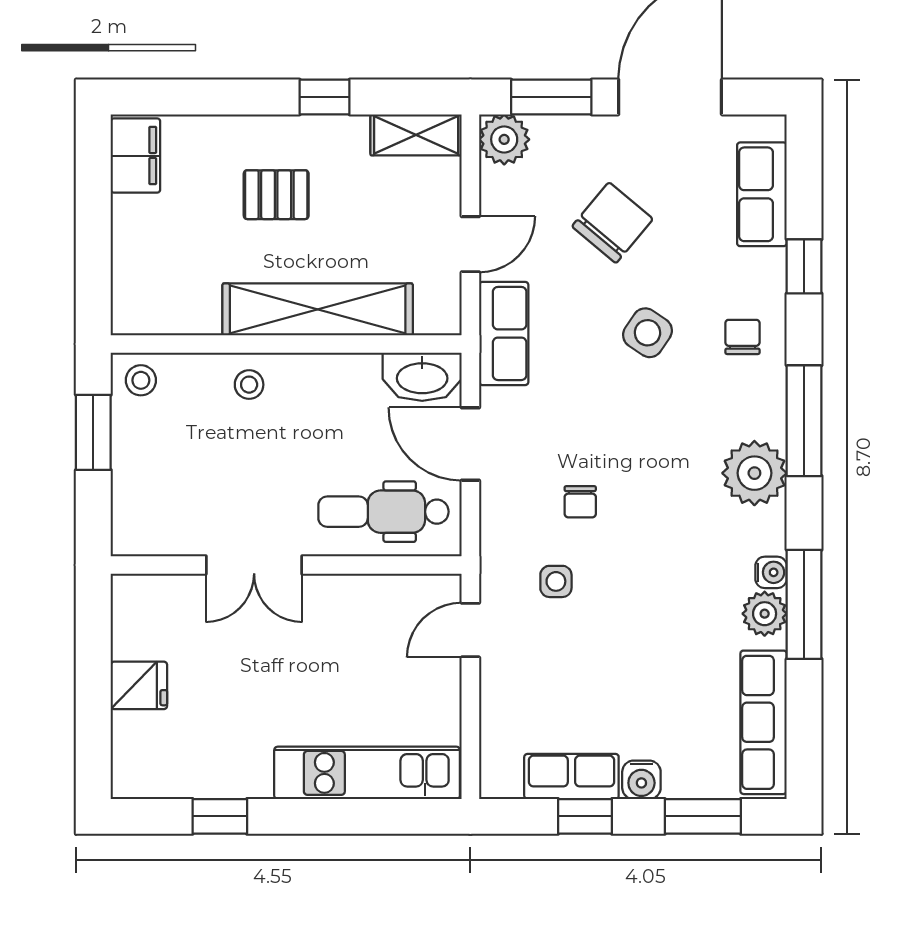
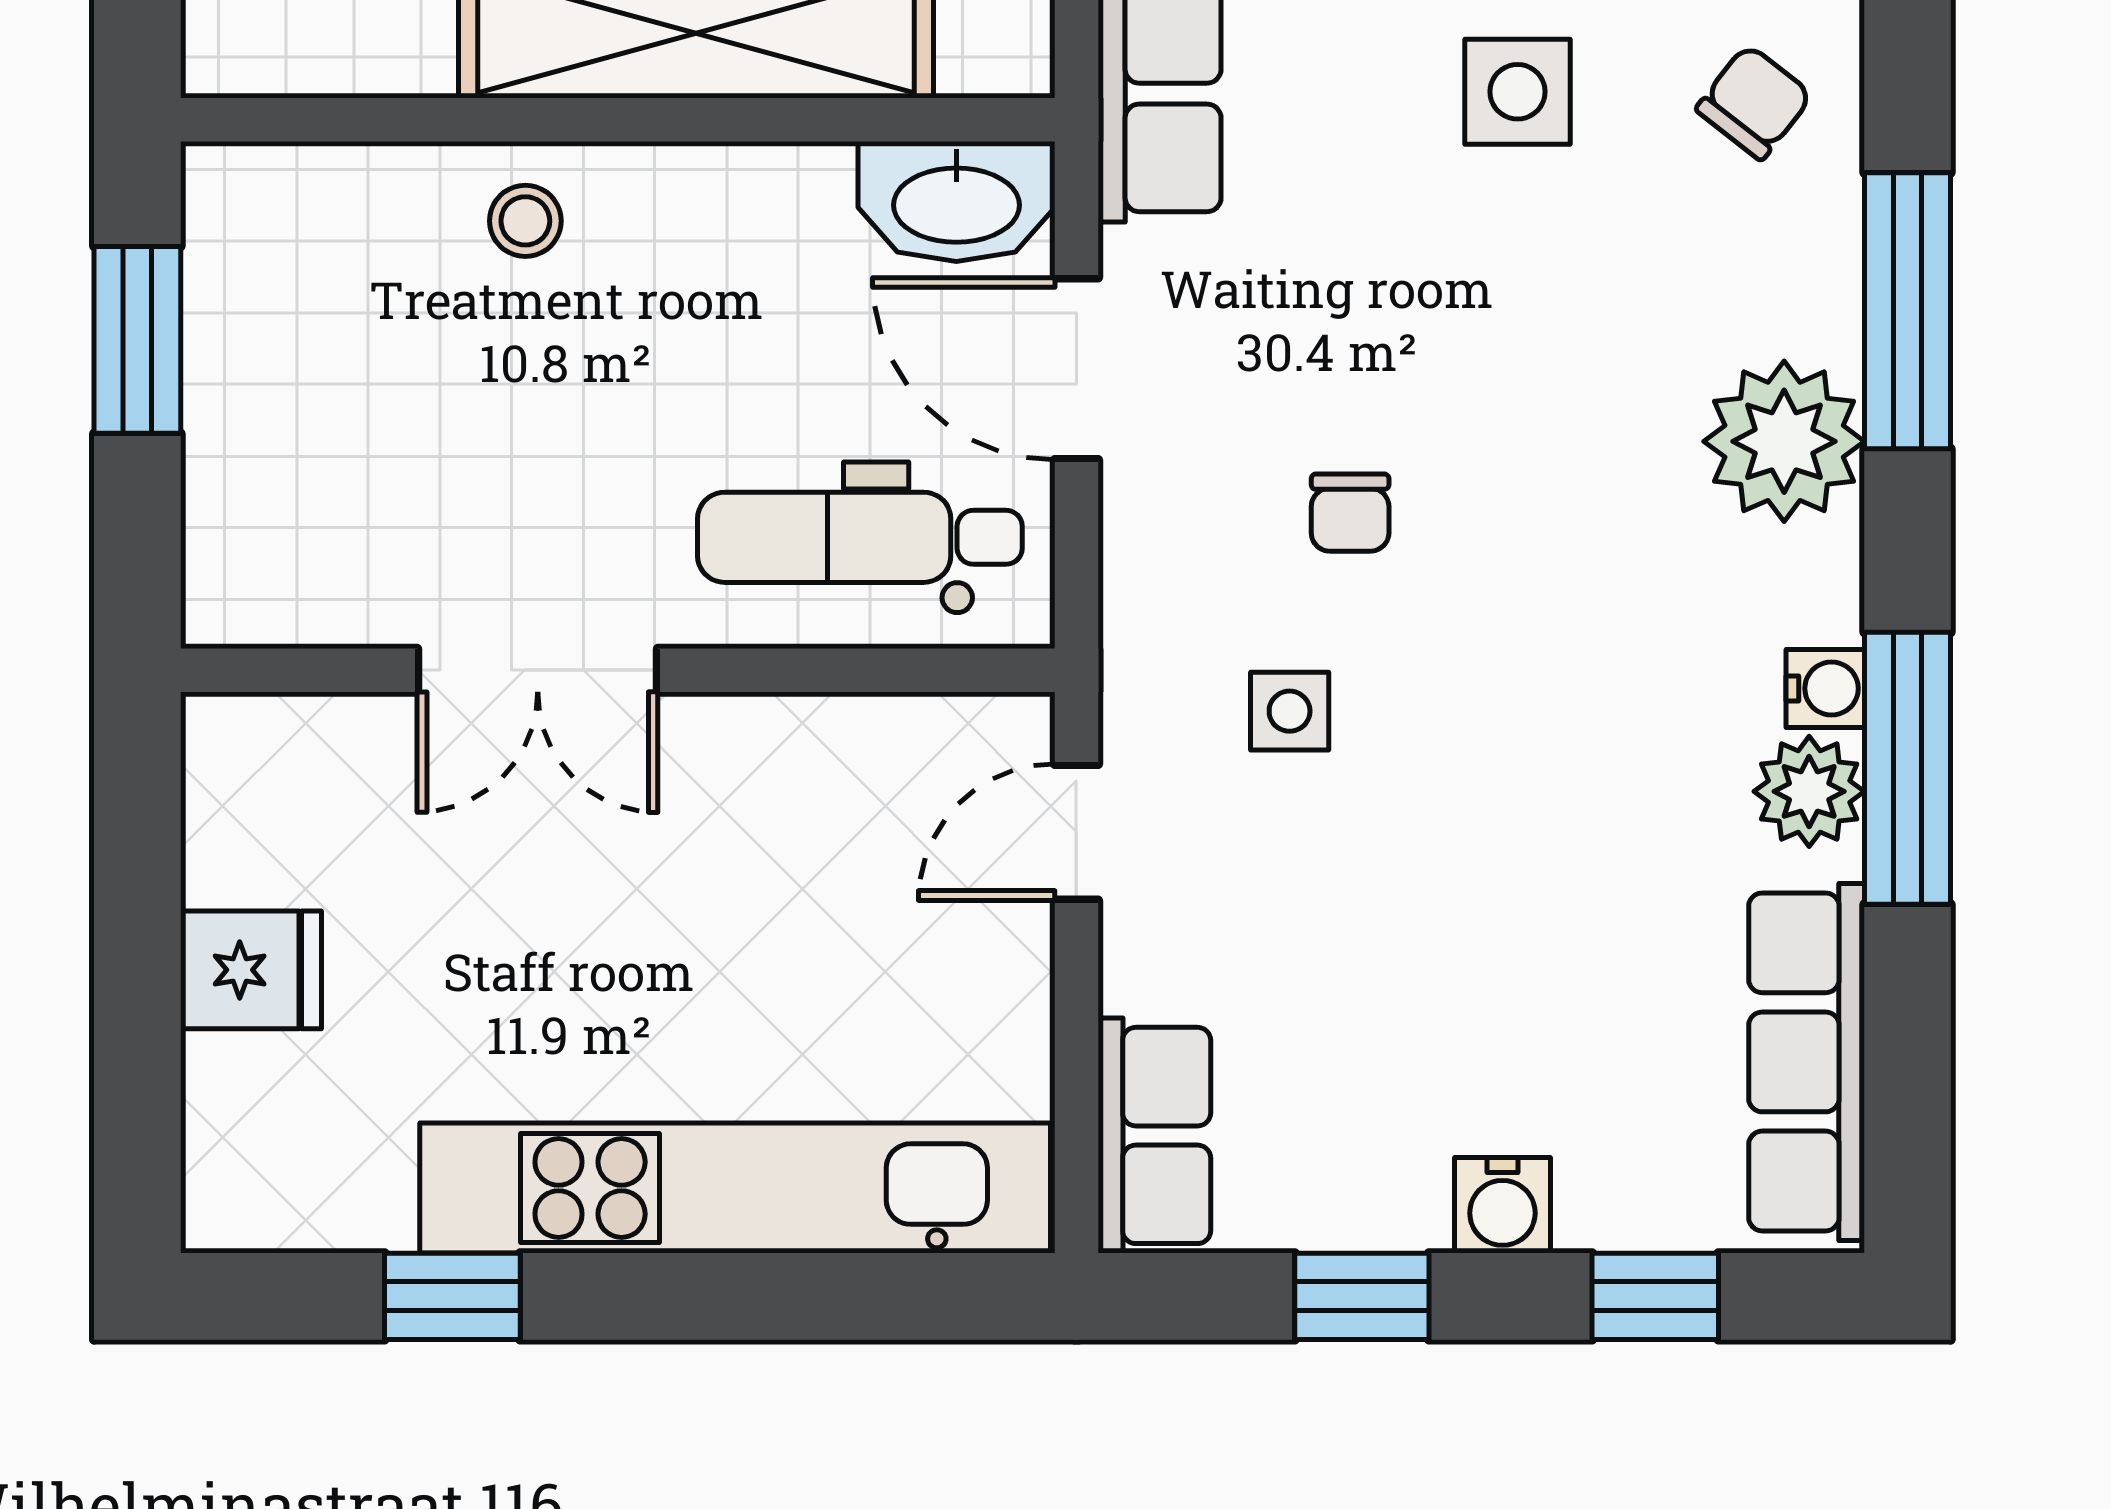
side table: (647, 333) -> (1518, 92), turned -34
chair: (742, 337) -> (1754, 102), turned 38
stool: (141, 380) -> (256, 210), removed
kitchen unit: (367, 773) -> (735, 1188), width x1.36
row of seats: (571, 776) -> (1154, 1135), moved, turned 90
window: (703, 816) -> (1655, 1296), width x0.67

